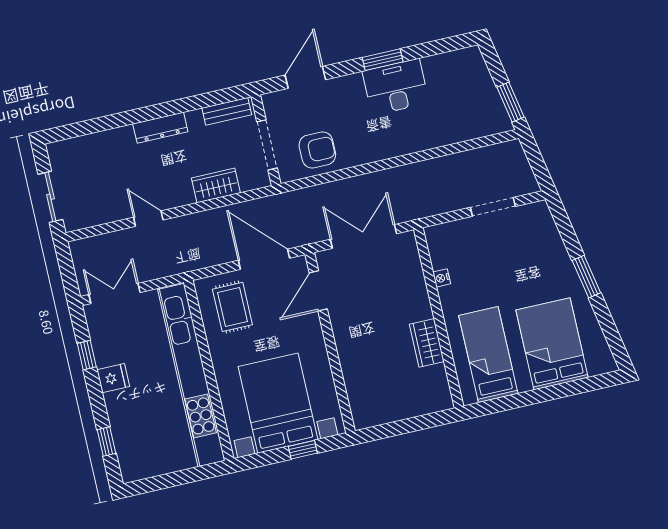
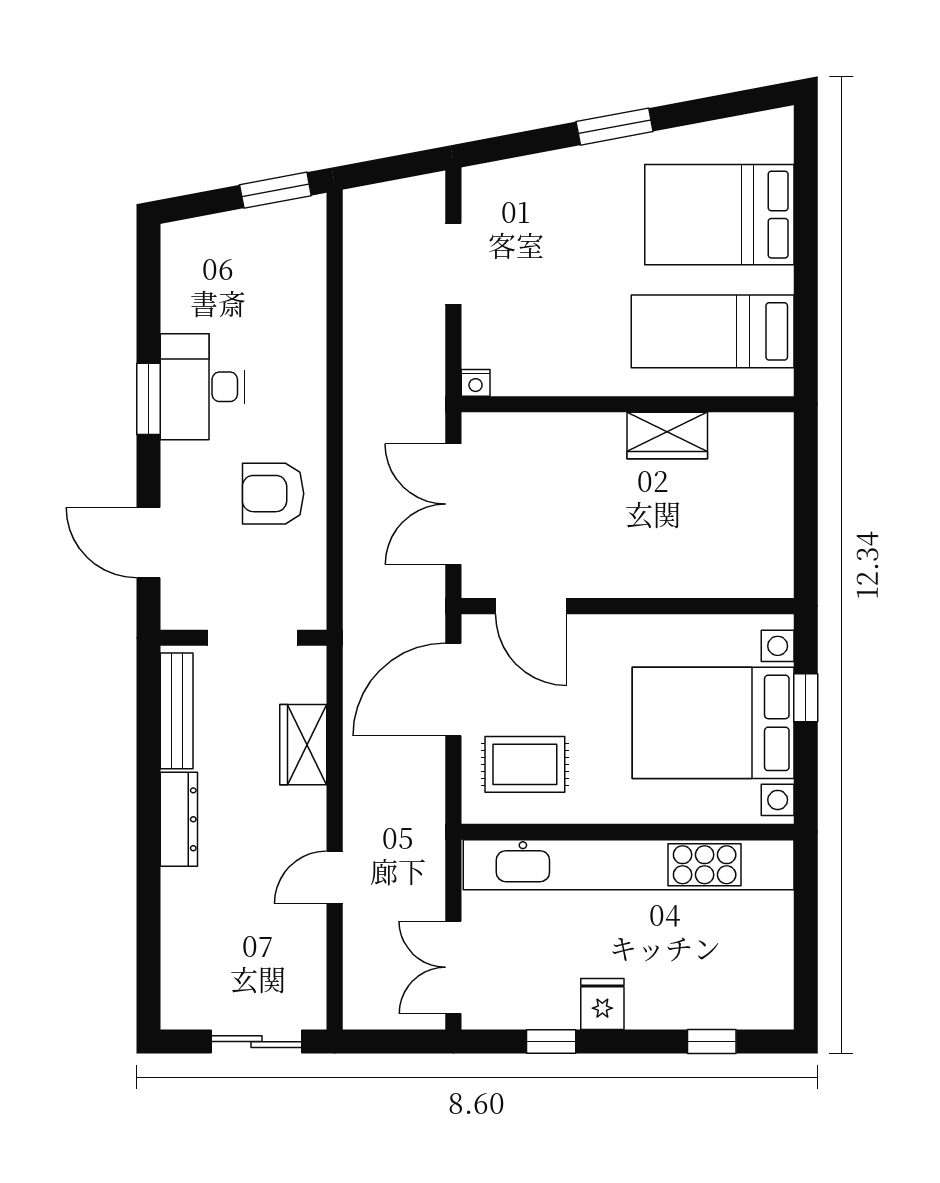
bench: (227, 111) -> (177, 711), width x1.36
armchair: (317, 150) -> (273, 494), moved, turned -90
nightstand: (442, 278) -> (476, 383), moved

